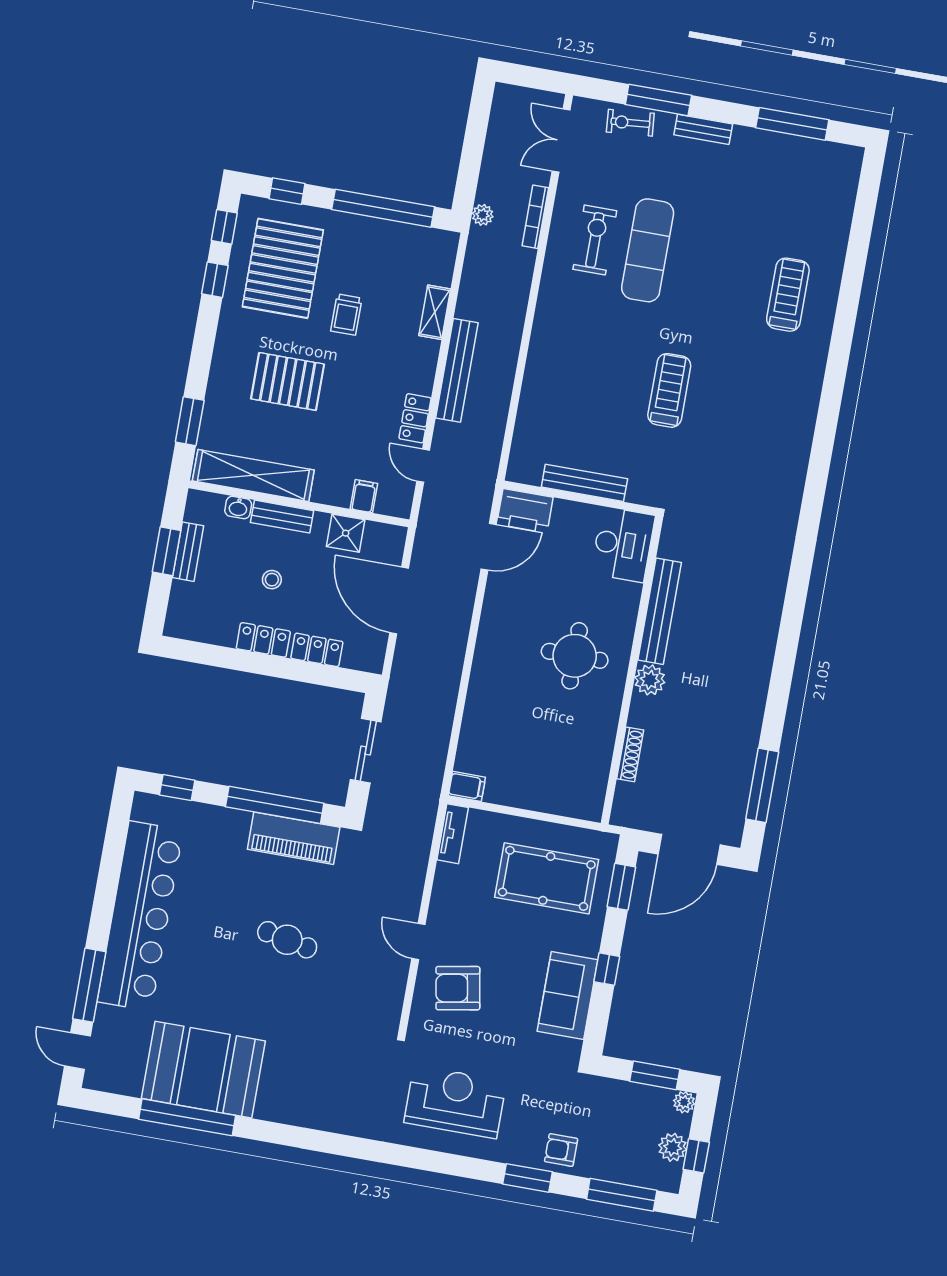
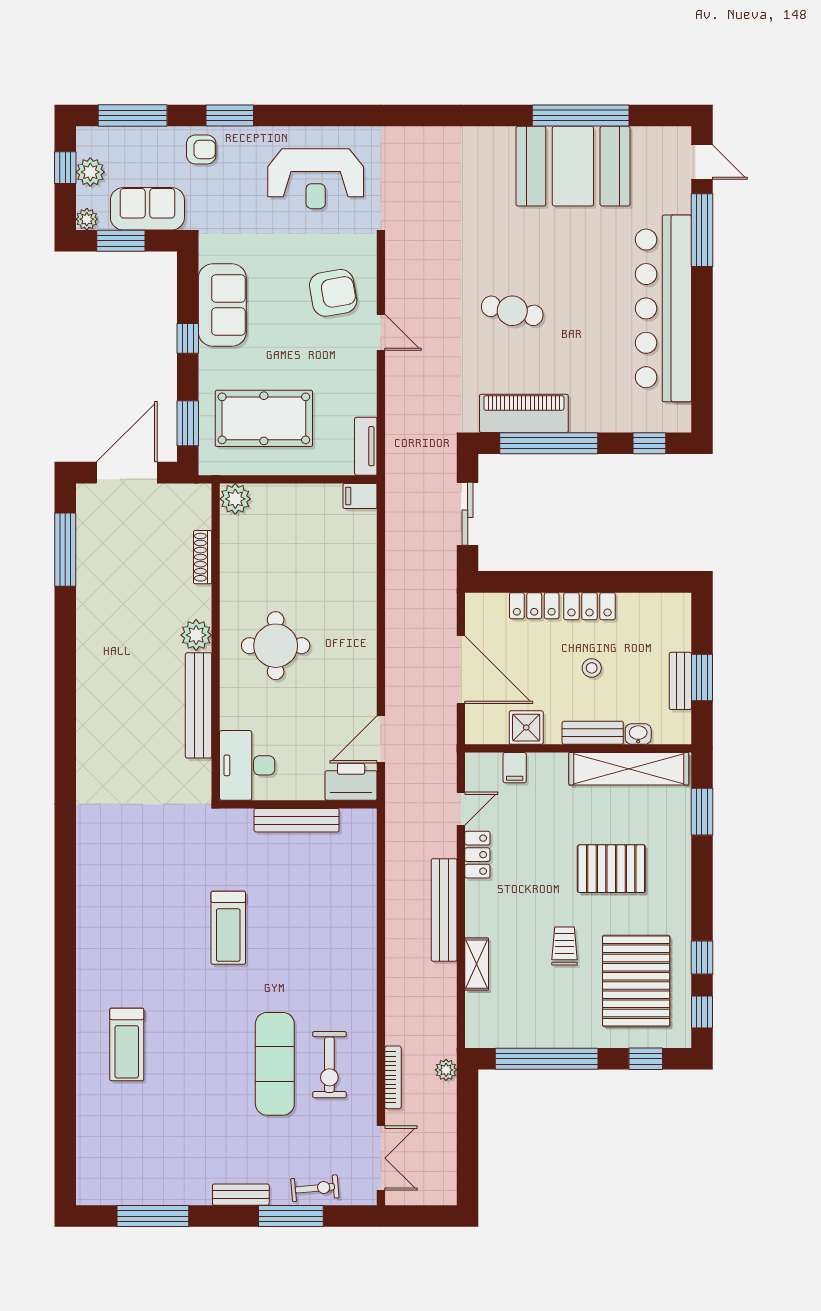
door: (423, 466) -> (461, 809), hinge flipped
plant: (588, 805) -> (235, 499), added
sofa: (623, 1102) -> (147, 209), added

